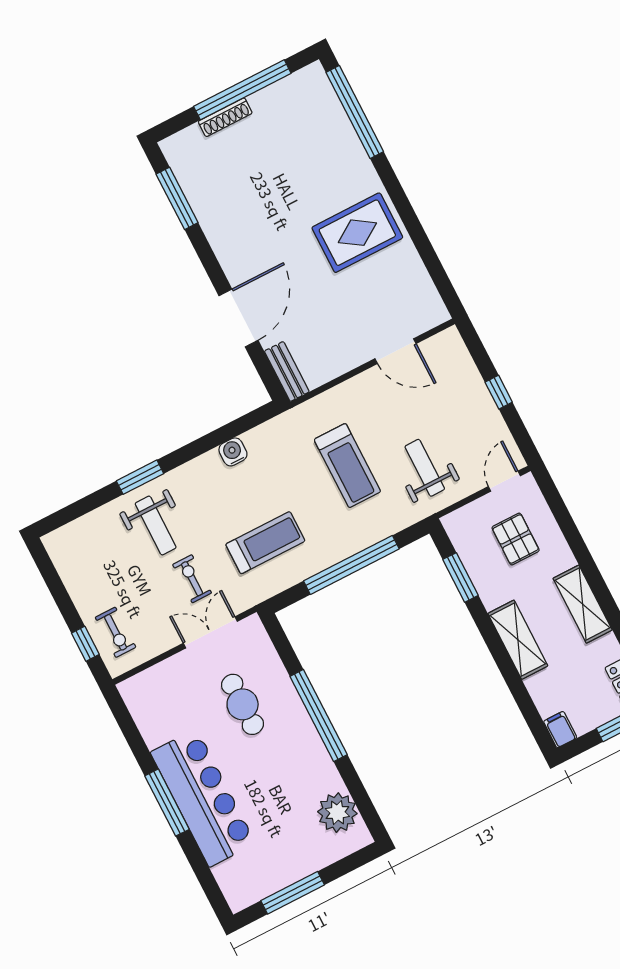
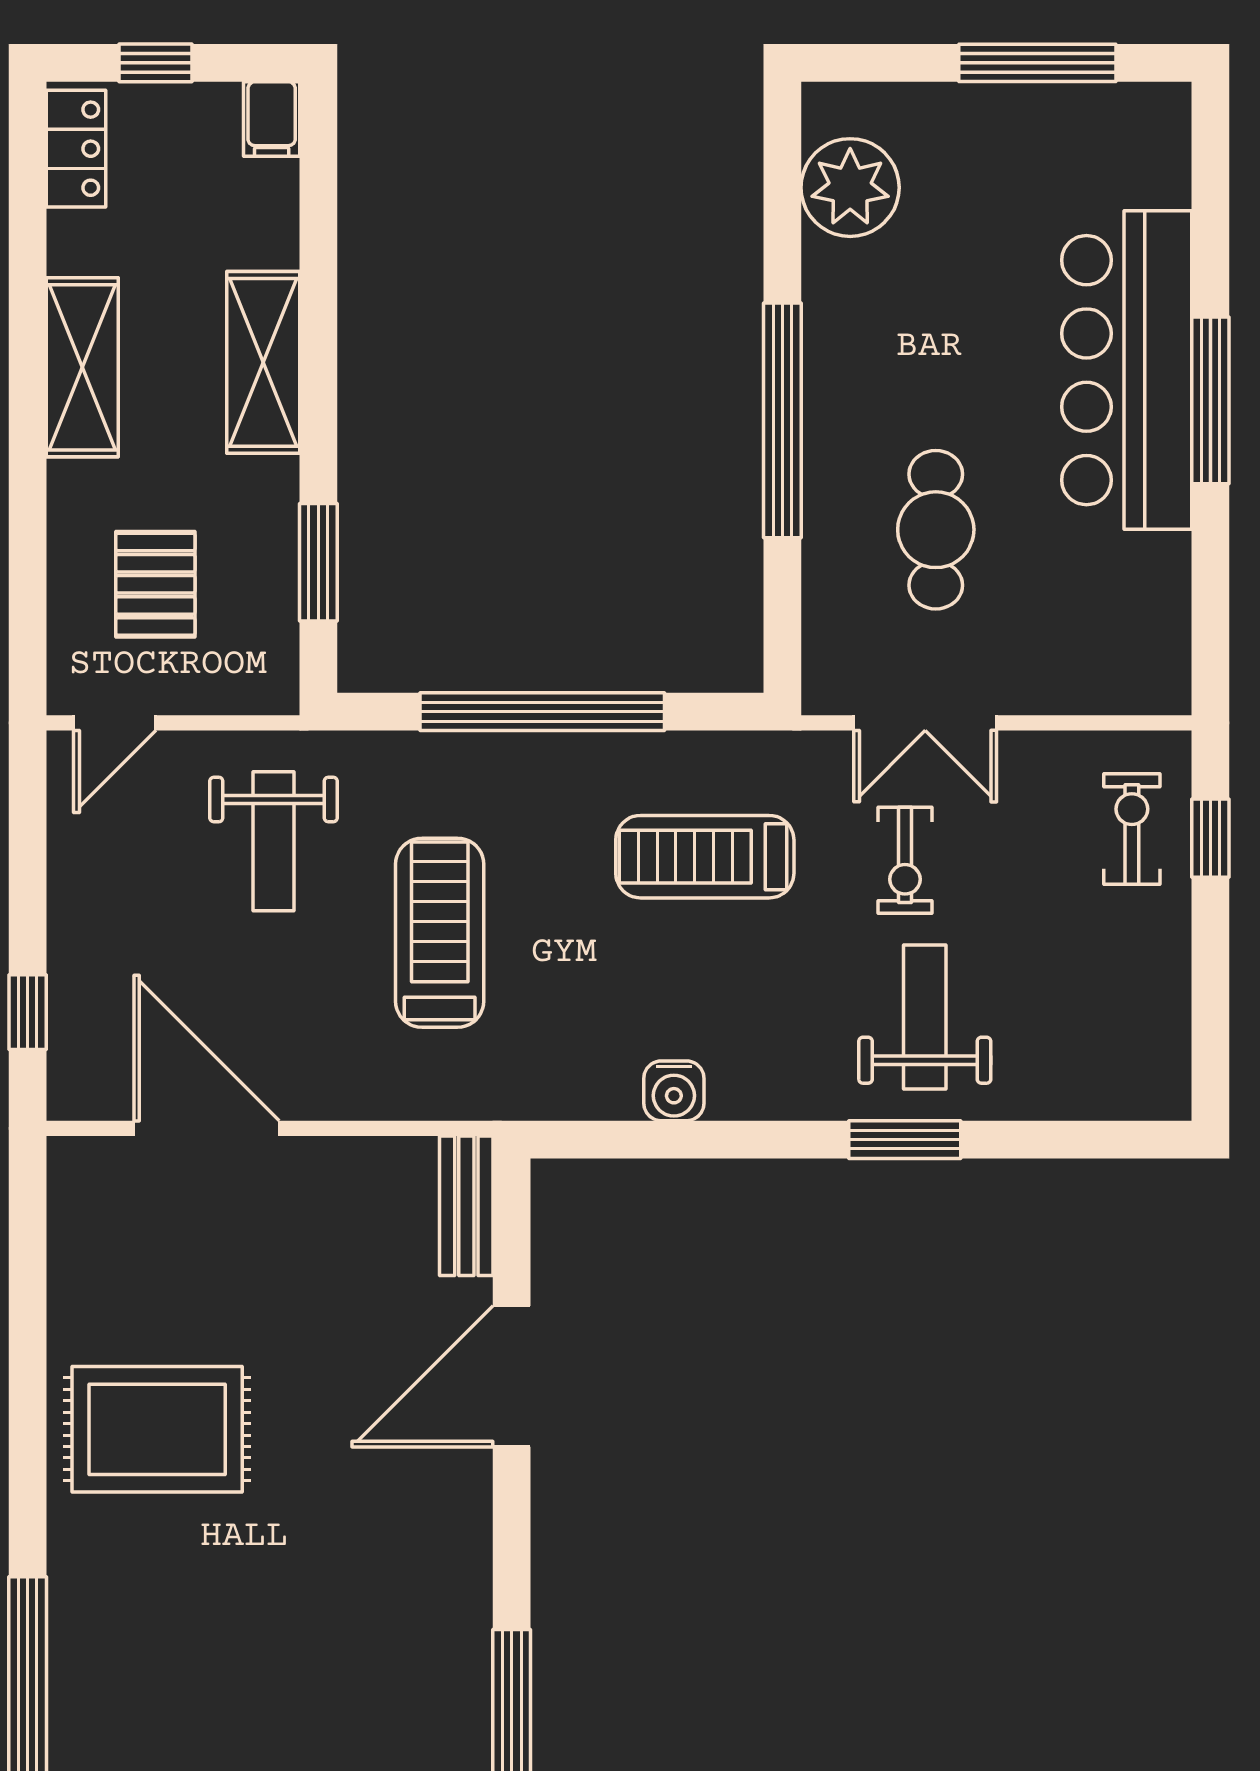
door: (395, 351) -> (207, 1128), width x1.36
window: (499, 392) -> (28, 1012), moved

